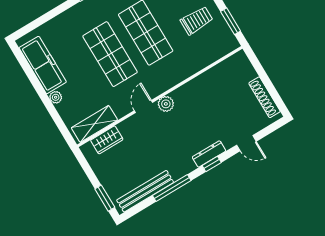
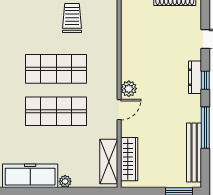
door: (143, 106) -> (119, 110), swing flipped
wardrobe: (107, 140) -> (129, 159), width x1.50

